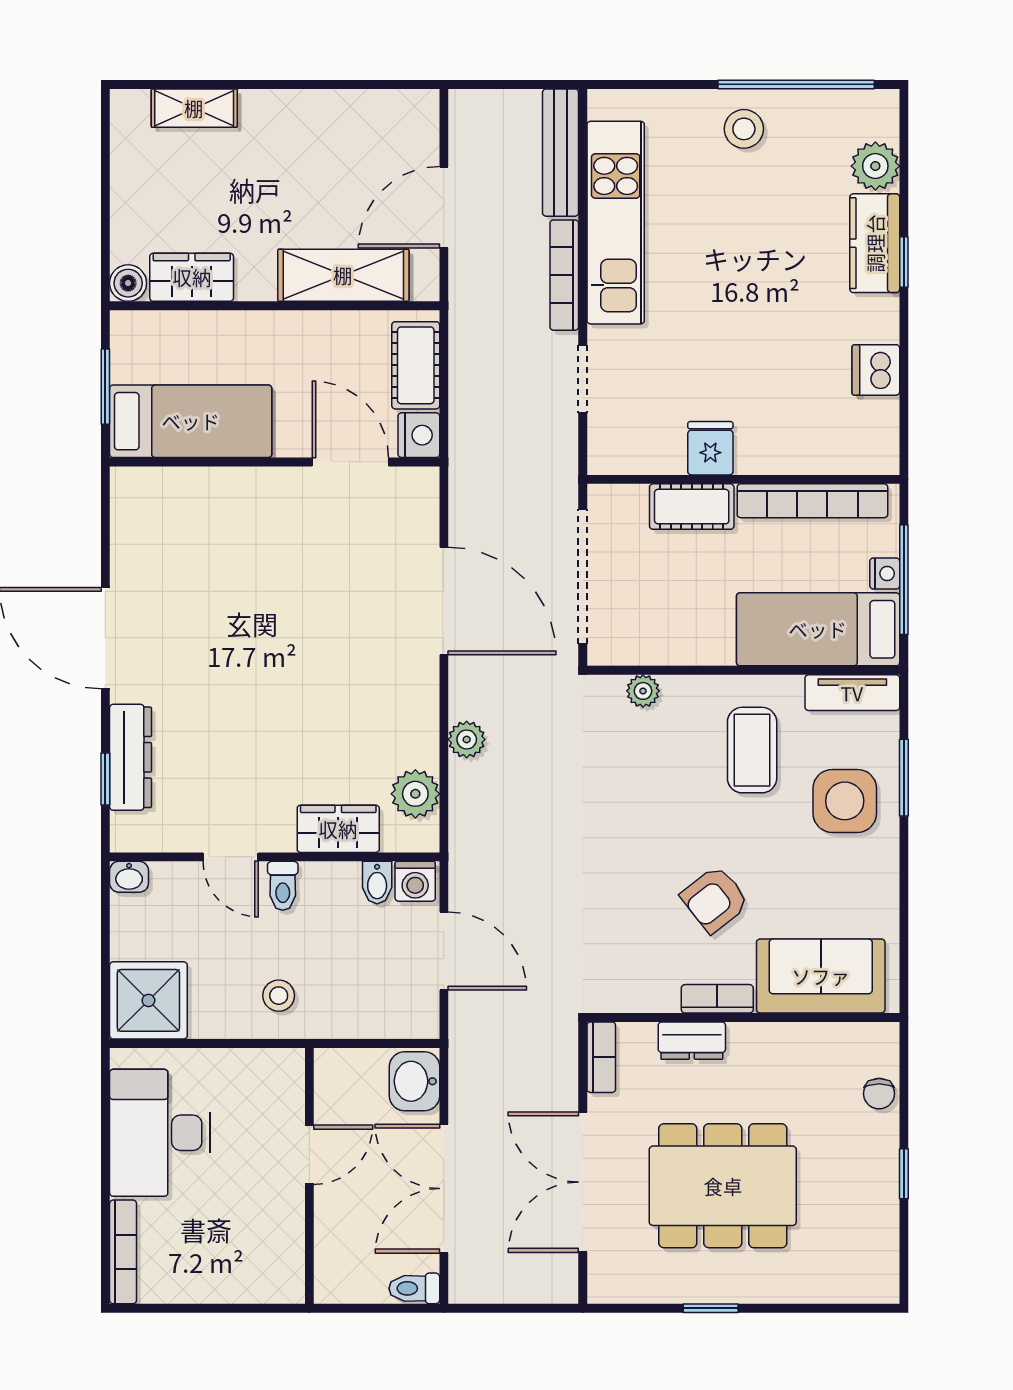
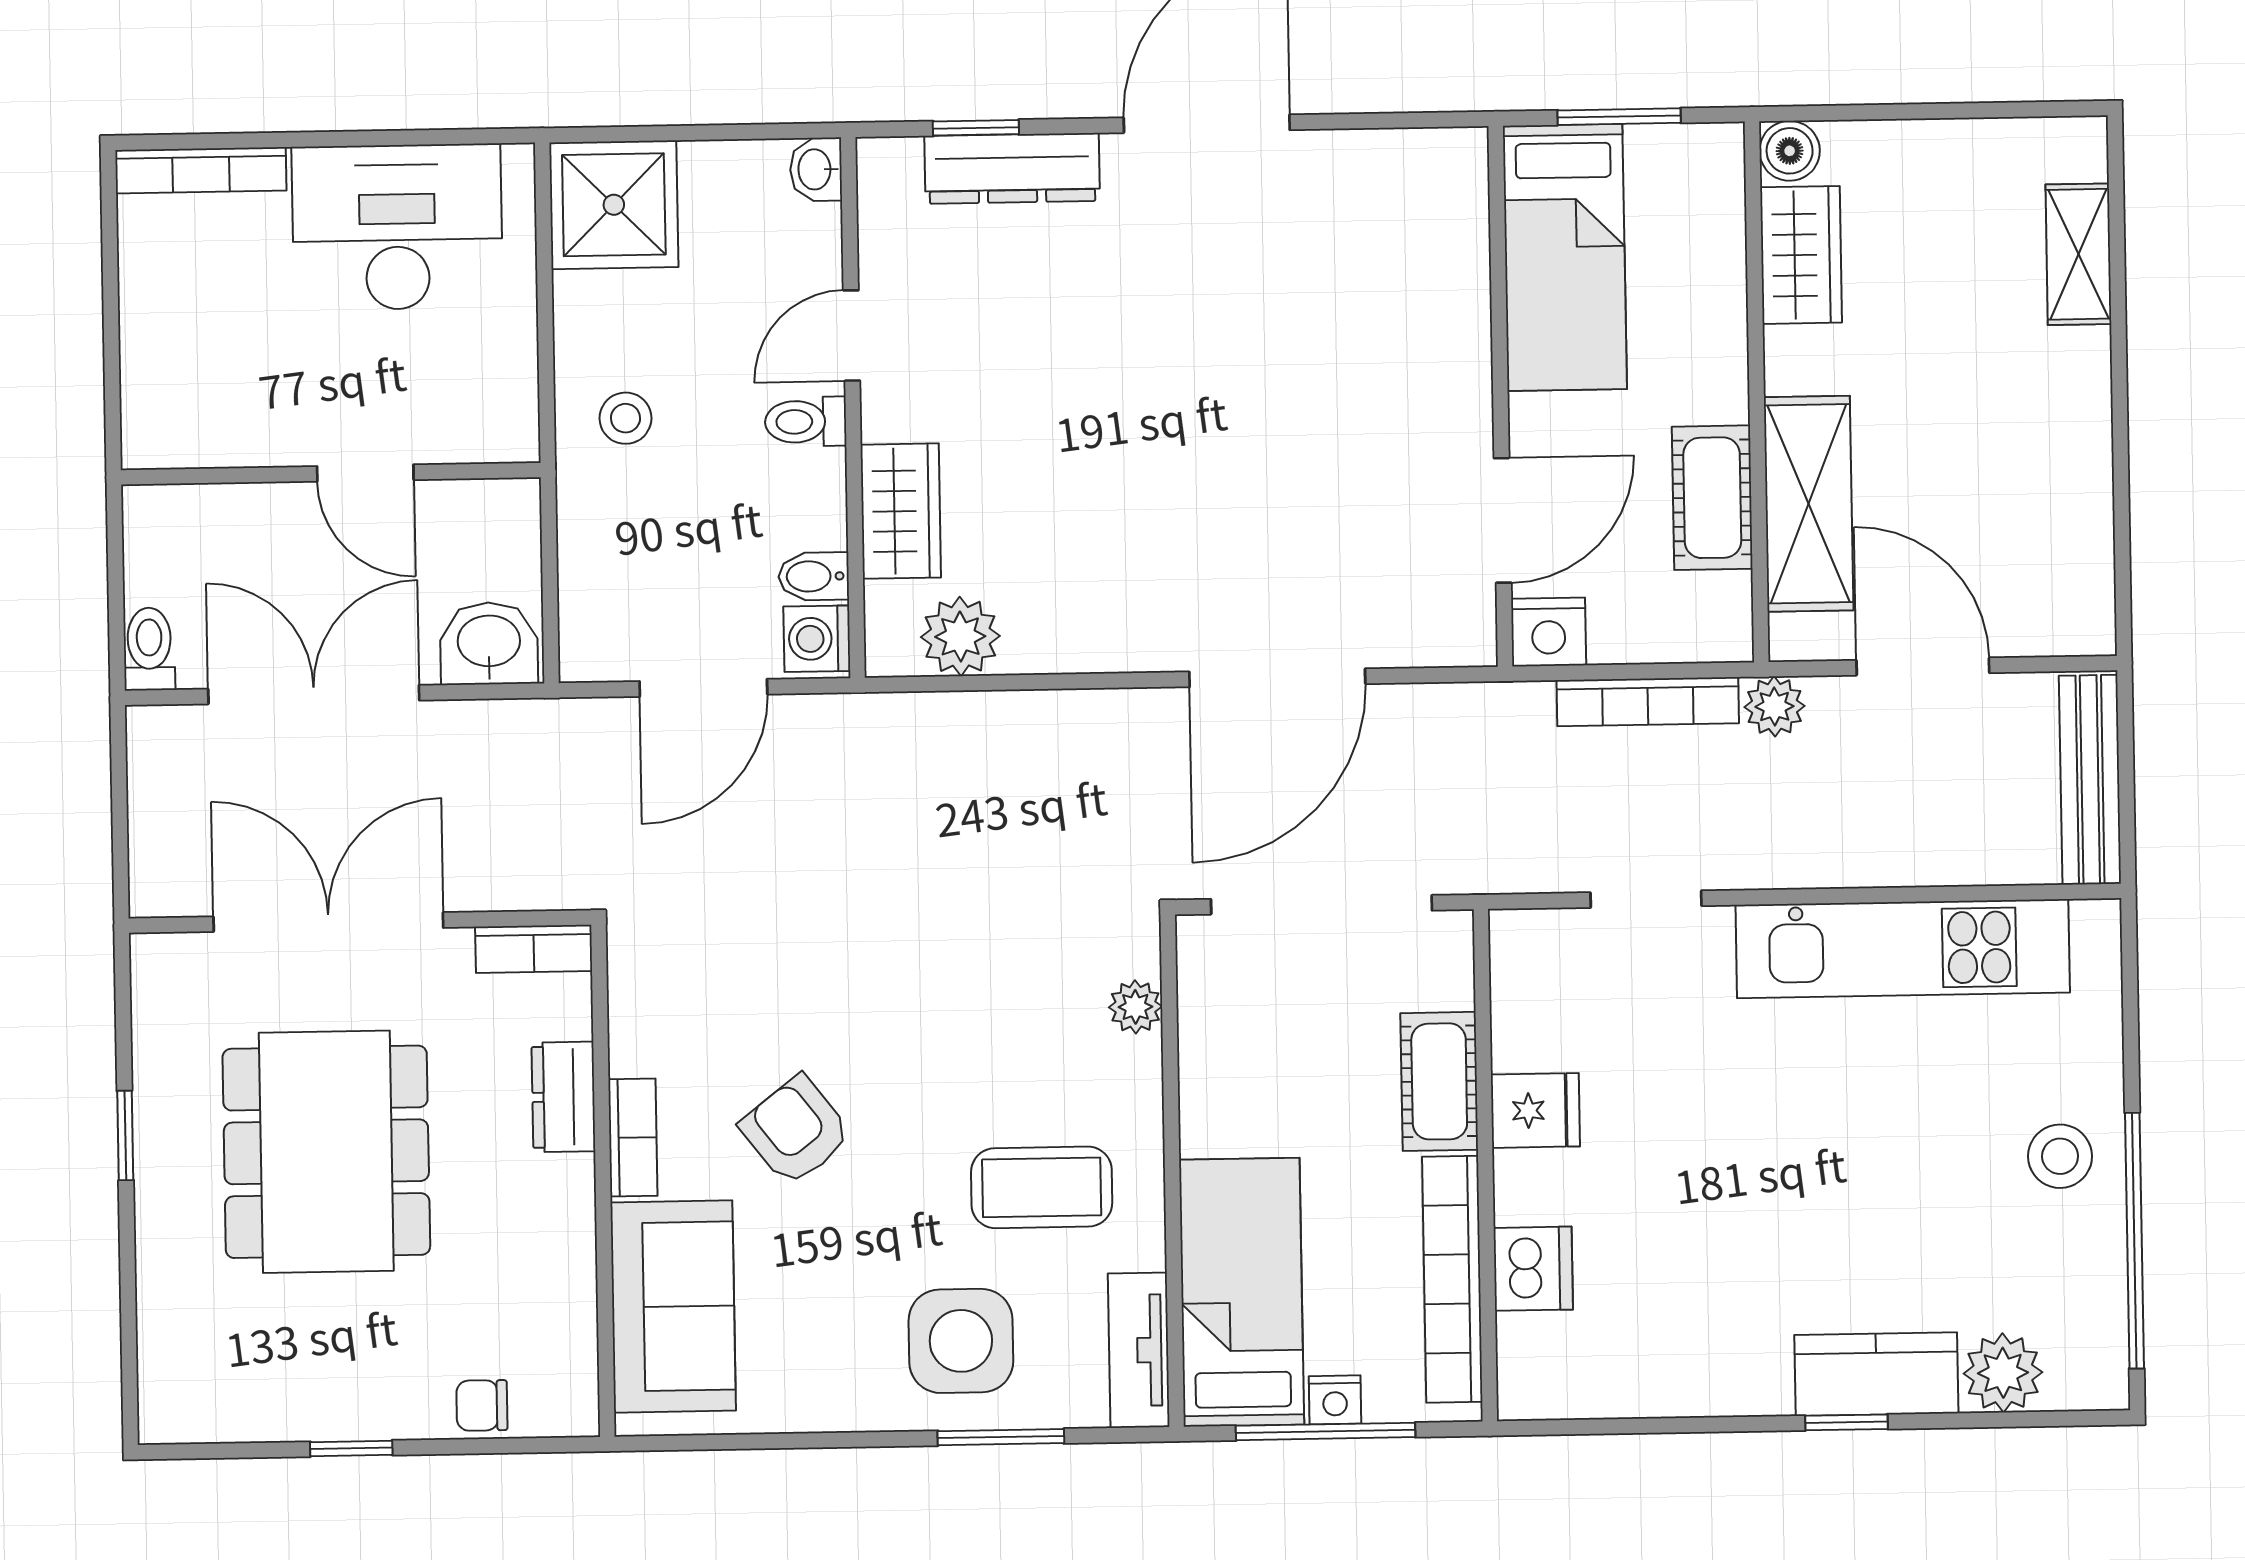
bench: (561, 153) -> (2090, 780), moved, turned 90
bookcase: (564, 275) -> (1648, 702), moved, turned 180
cot: (416, 365) -> (1712, 498), moved, turned 90
dishwasher: (876, 370) -> (1533, 1269), moved, turned 90
plant: (467, 739) -> (1775, 706), moved

